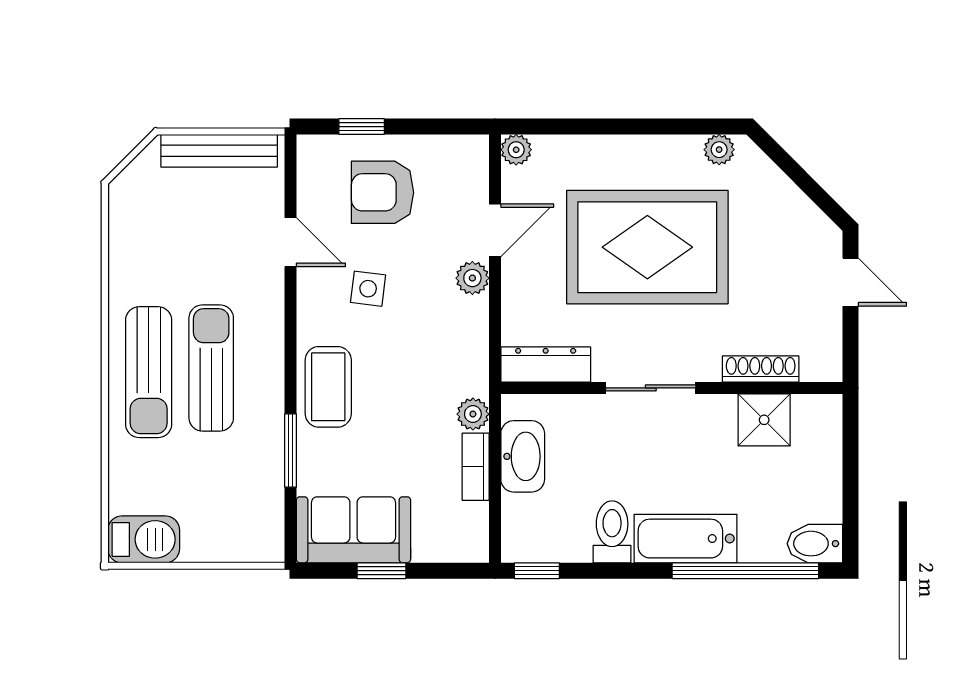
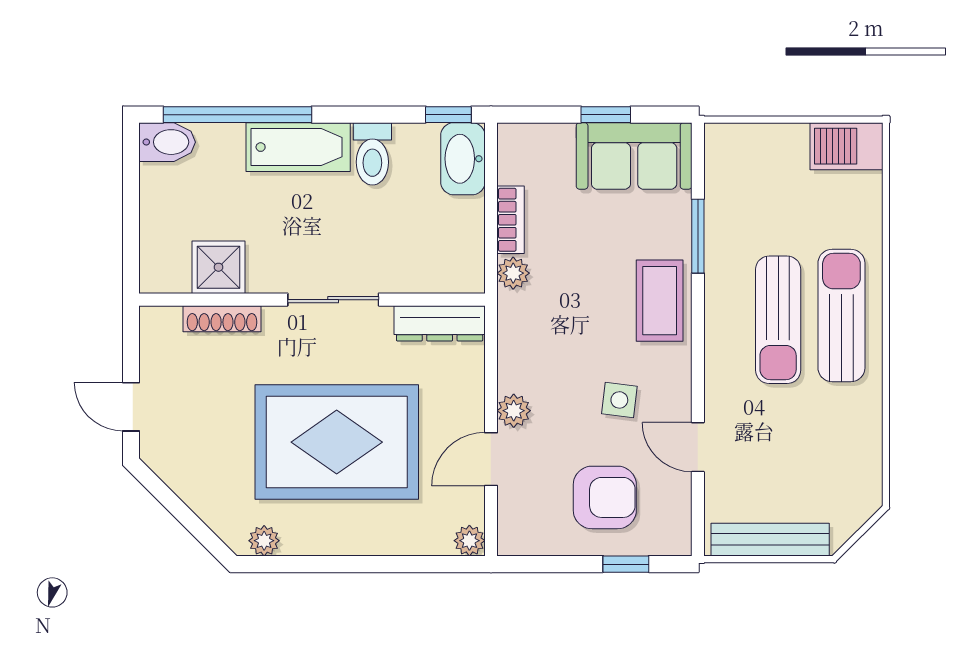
washbasin: (523, 456) -> (463, 159), moved

